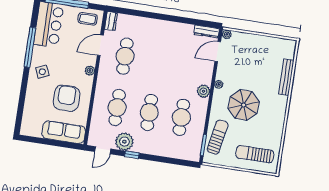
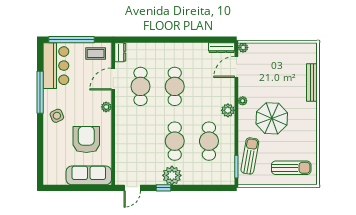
cafe table: (117, 108) -> (175, 86), moved
plant: (124, 142) -> (172, 175), moved
sun lounger: (255, 154) -> (291, 168), turned 180

